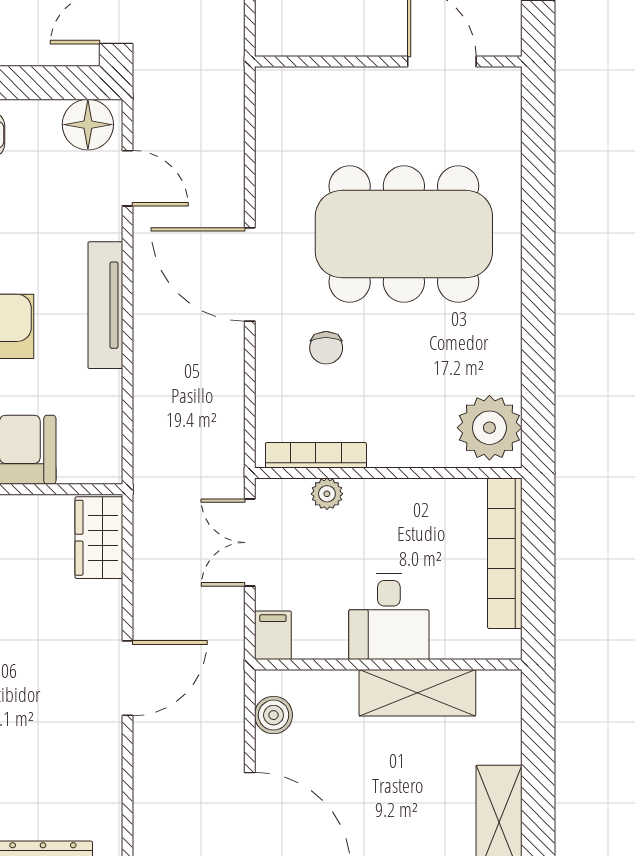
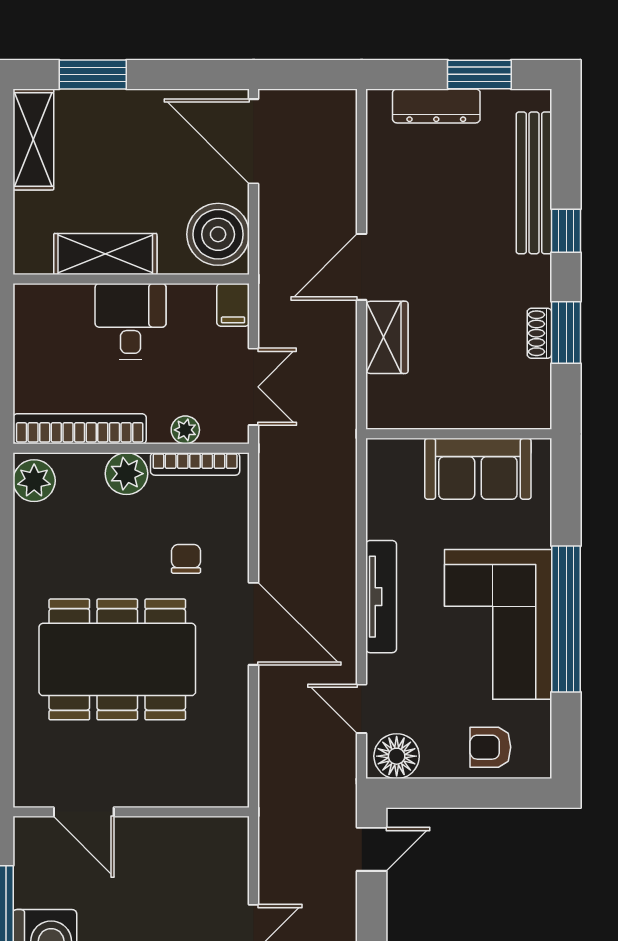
plant: (489, 428) -> (34, 481), width x0.73, depth x0.73
plant: (393, 444) -> (127, 474), added
wardrobe: (99, 538) -> (387, 337), moved
bookcase: (505, 553) -> (80, 429), moved, turned -90
boiler: (274, 715) -> (218, 234), width x1.86, depth x1.86

